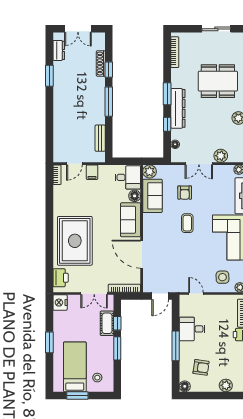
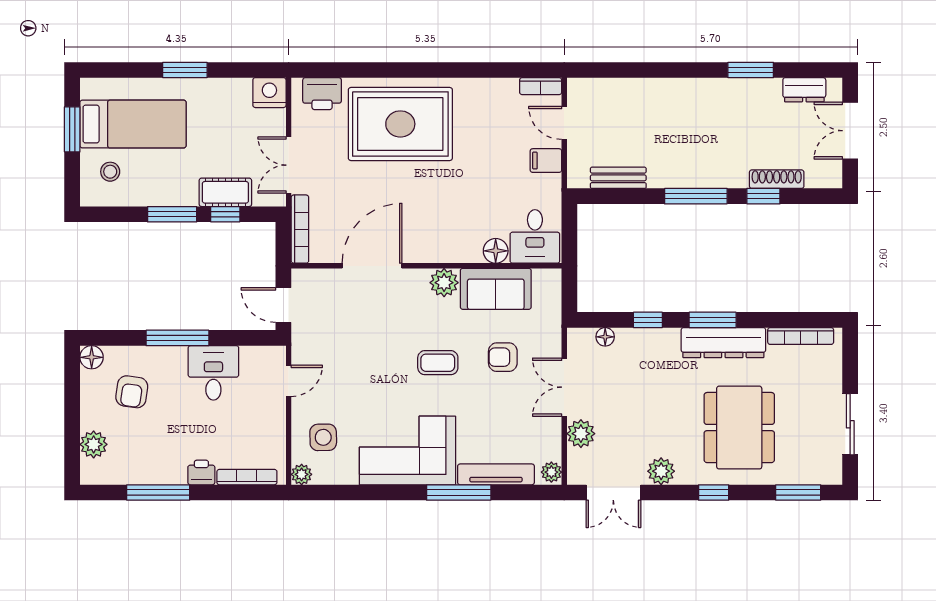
dresser: (178, 108) -> (723, 343), moved
plant: (150, 172) -> (444, 283), moved
sofa: (131, 220) -> (445, 242), removed

